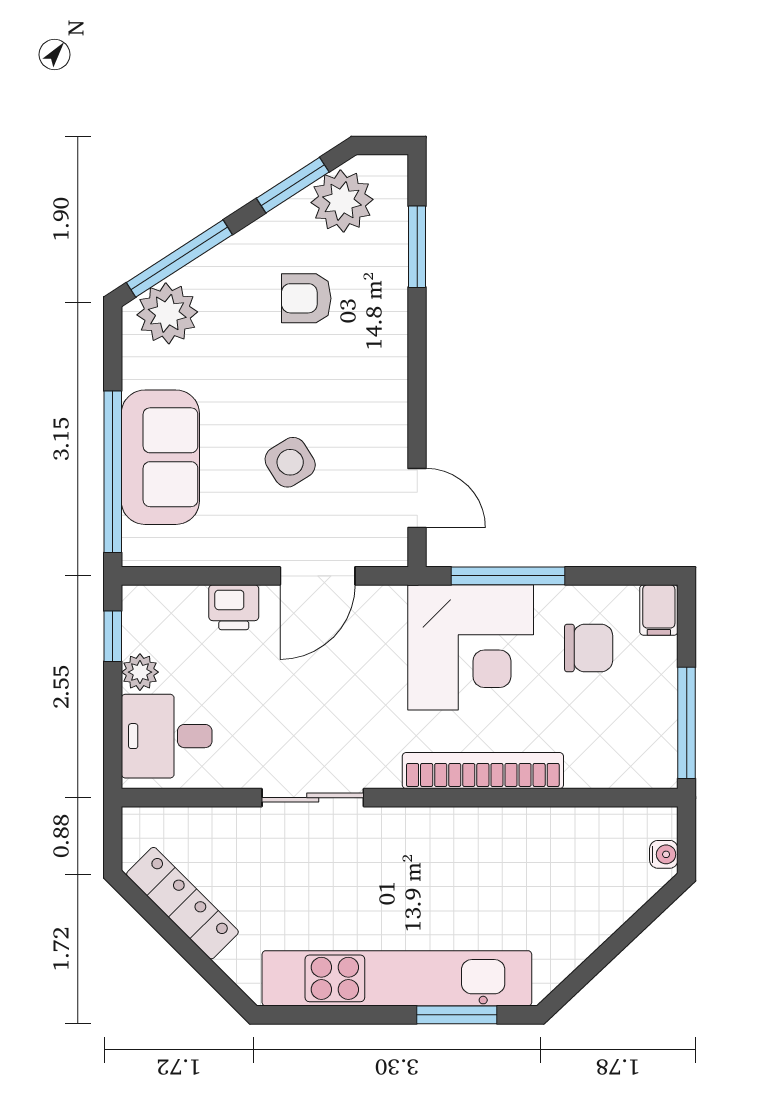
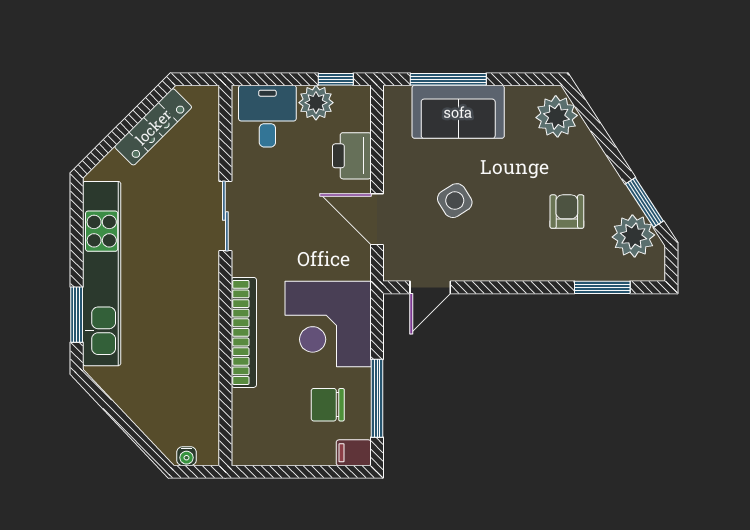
window: (179, 259) -> (594, 125), removed
window: (113, 472) -> (448, 79), width x0.68
window: (508, 576) -> (377, 398), moved
printer: (234, 607) -> (352, 156), width x1.36, depth x1.24
chair: (589, 648) -> (328, 405), turned 90
plant: (140, 672) -> (316, 103), width x1.38, depth x1.38
window: (687, 723) -> (276, 472), removed

